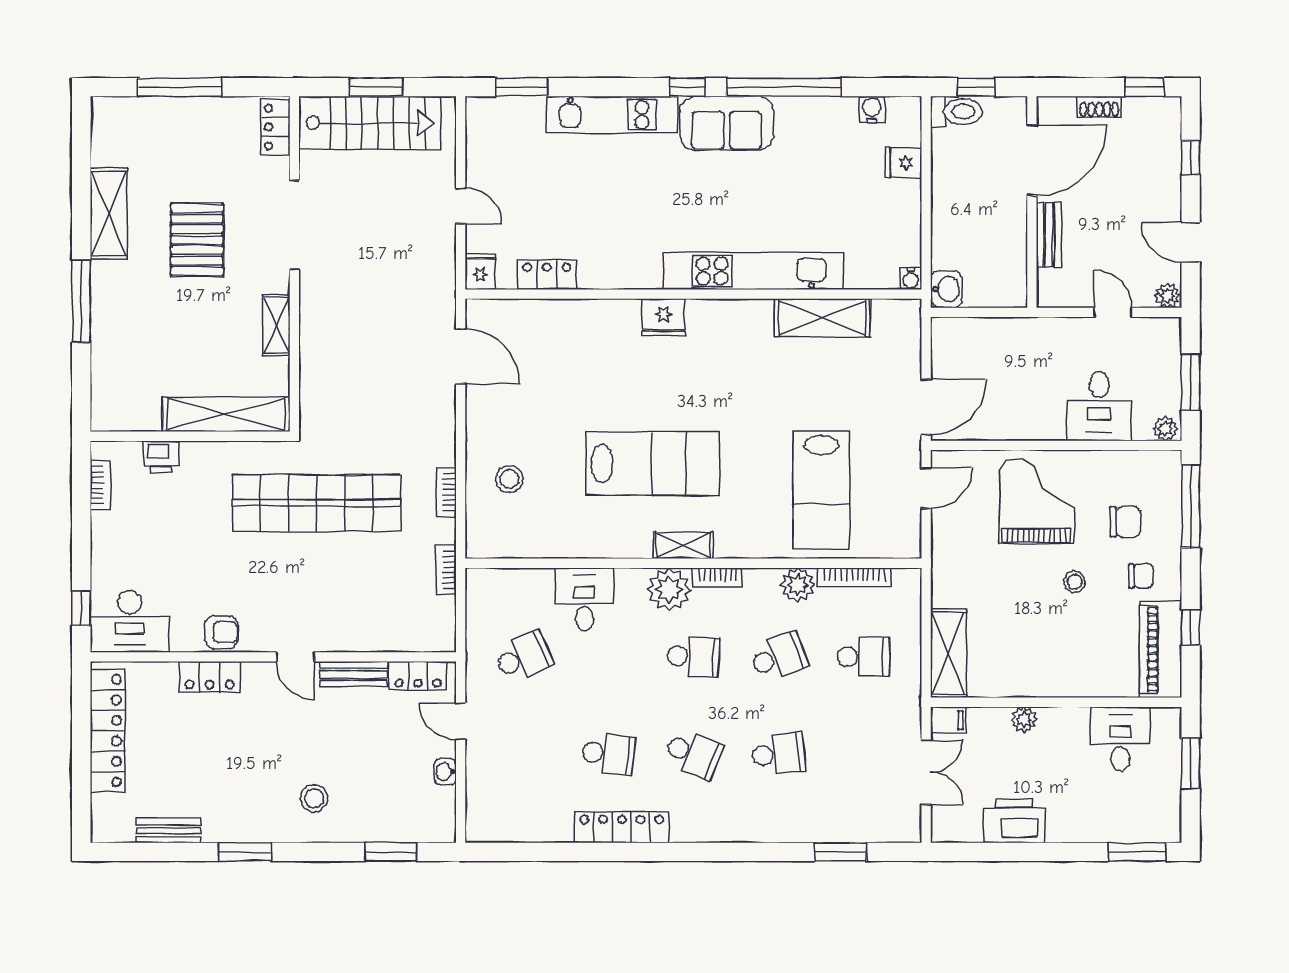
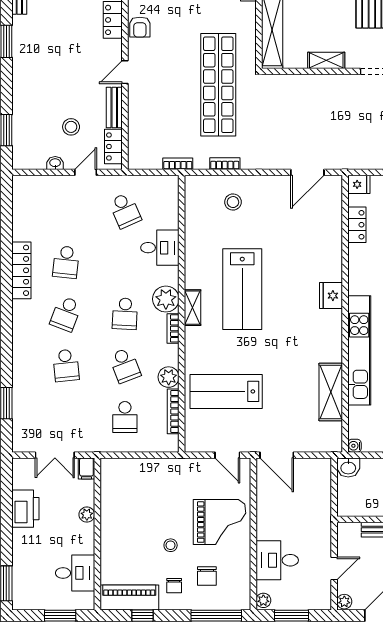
shelving: (948, 653) -> (127, 469), removed
stool: (314, 798) -> (71, 127), moved

